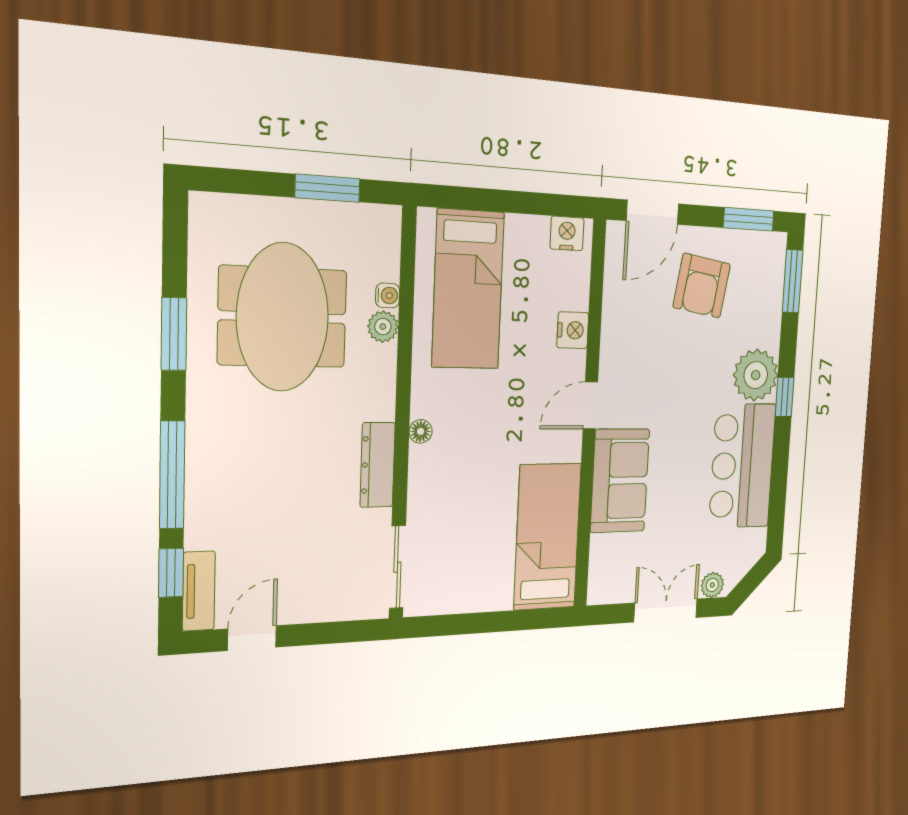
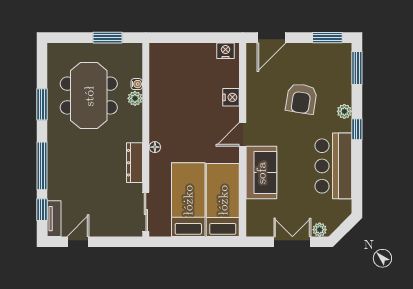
armchair: (702, 286) -> (301, 99), moved
bed: (468, 289) -> (188, 200), moved, turned 180
plant: (756, 375) -> (344, 111), width x0.53, depth x0.53

